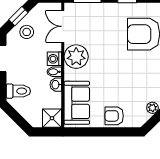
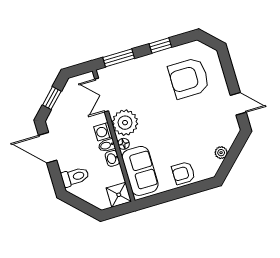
stool: (27, 32) -> (65, 112), removed
floor lamp: (69, 75) -> (124, 144), added

